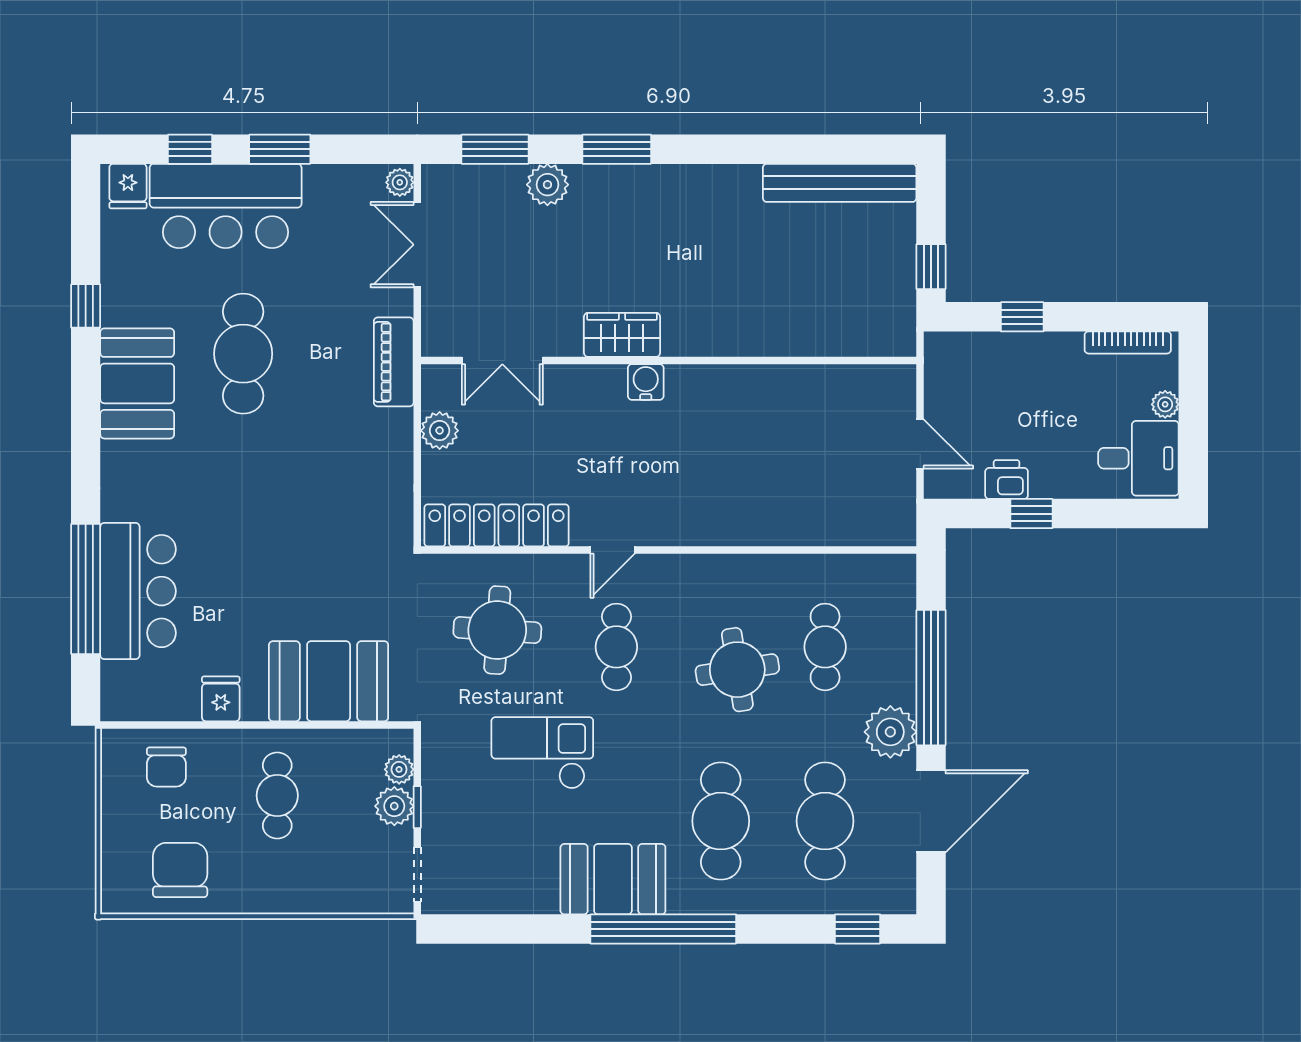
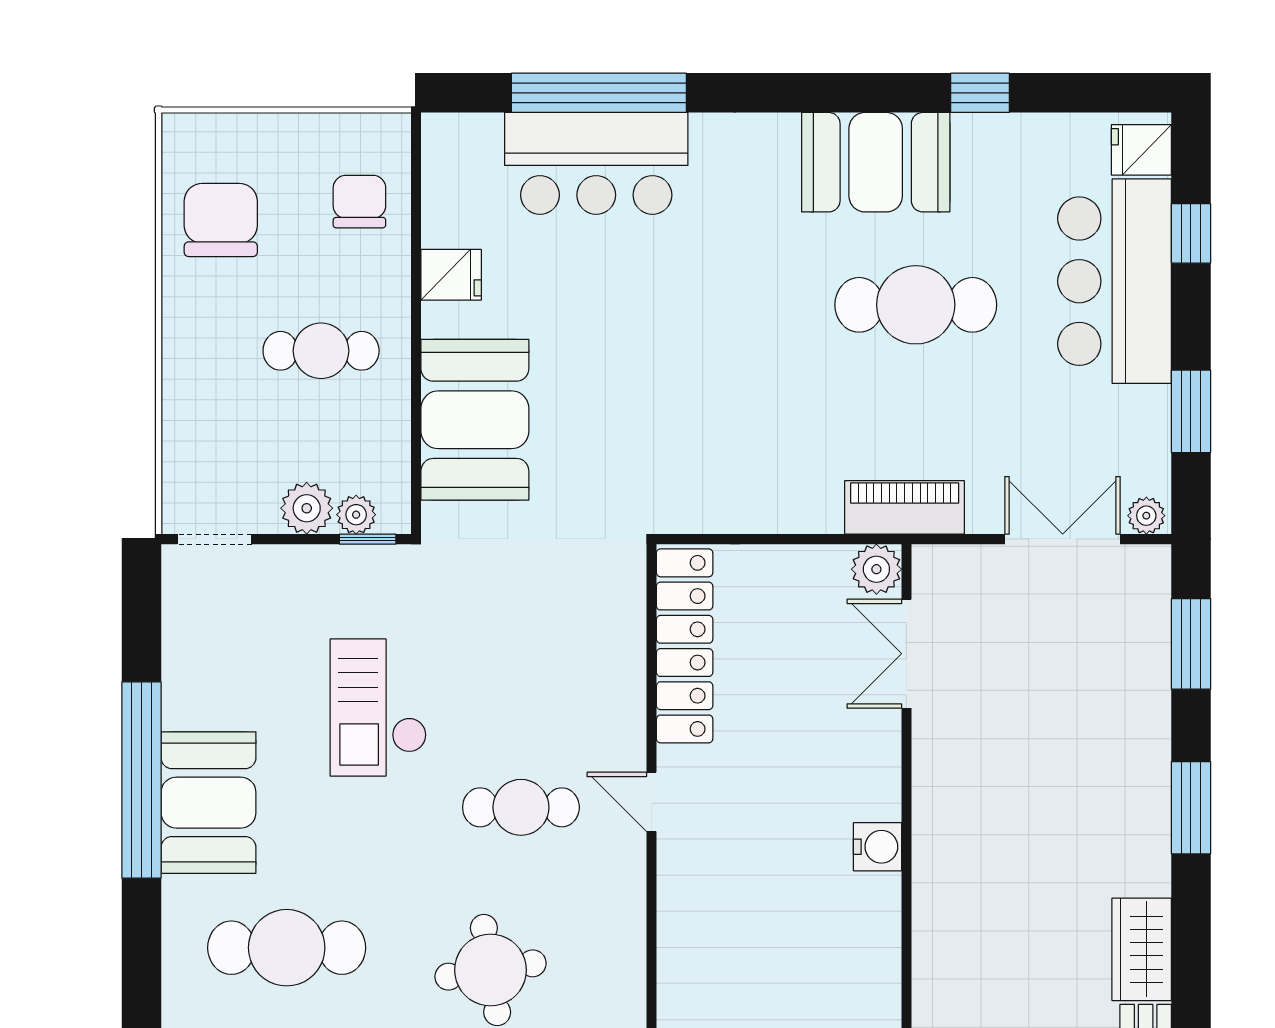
window: (280, 149) -> (1191, 411), moved
plant: (547, 185) -> (1143, 715), removed
wardrobe: (622, 335) -> (1142, 949), moved, turned 180
plant: (440, 431) -> (876, 569), moved
round table: (497, 630) -> (544, 647), removed
checkout: (542, 753) -> (378, 707), turned 180
chair: (166, 767) -> (359, 202), turned 90
window: (417, 807) -> (368, 539), moved
chair: (180, 870) -> (221, 220), turned -90
window: (663, 929) -> (141, 780), moved

